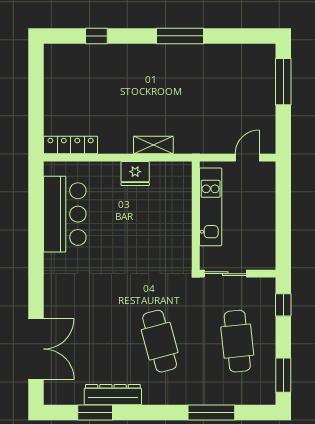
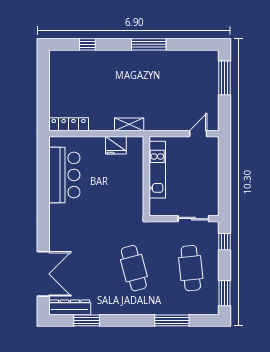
kitchen unit: (211, 207) -> (157, 170), moved
wall: (196, 216) -> (146, 176), moved
sliding door: (225, 274) -> (193, 219), moved
dresser: (113, 395) -> (70, 307), moved

